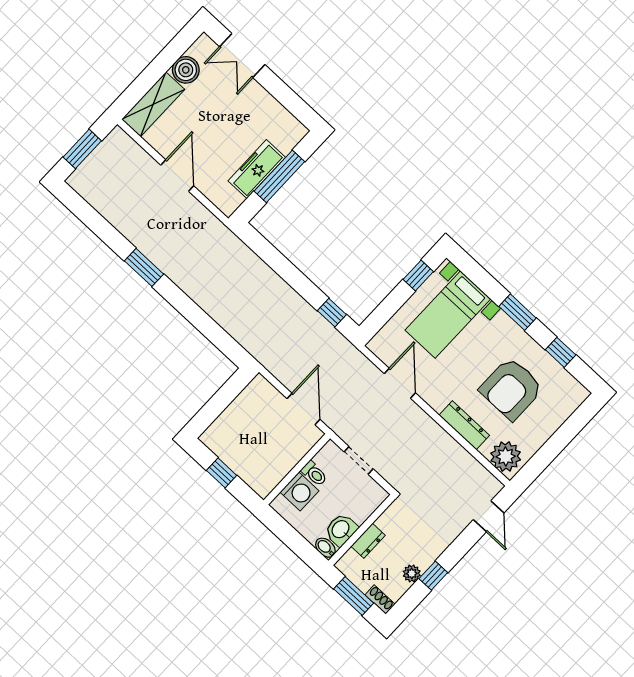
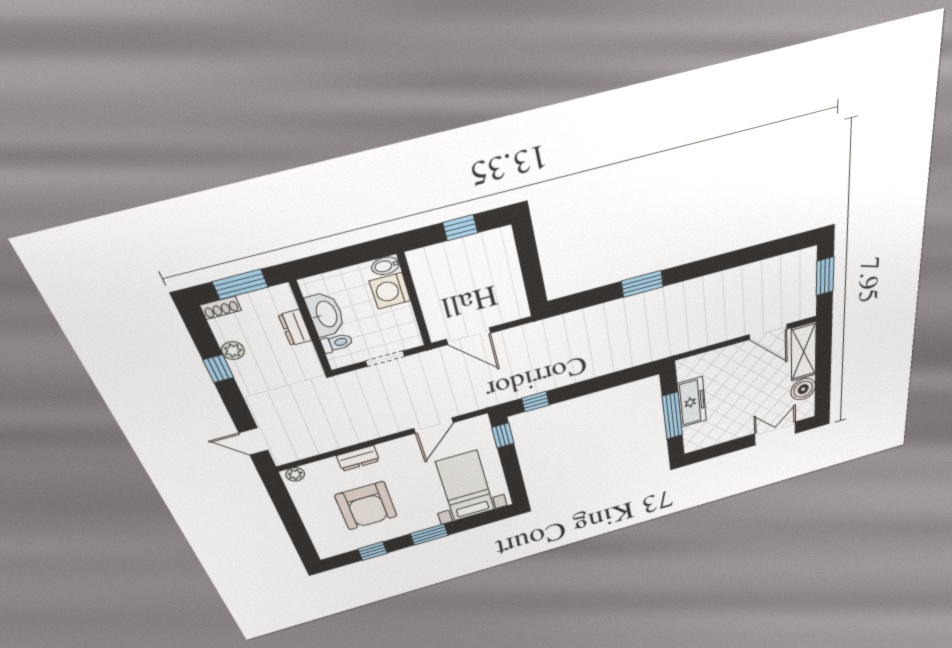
door: (177, 176) -> (768, 332), moved
window: (144, 267) -> (642, 284), moved
window: (418, 276) -> (503, 435), moved
door: (400, 383) -> (434, 425), hinge flipped
armchair: (511, 389) -> (366, 506), turned 180
dresser: (464, 425) -> (358, 458), width x0.70
plant: (506, 456) -> (295, 474), width x0.53, depth x0.53
toilet: (314, 474) -> (337, 343), moved, turned 180
washbasin: (341, 530) -> (326, 314), width x1.38
bidet: (325, 548) -> (385, 266), moved, turned 180

